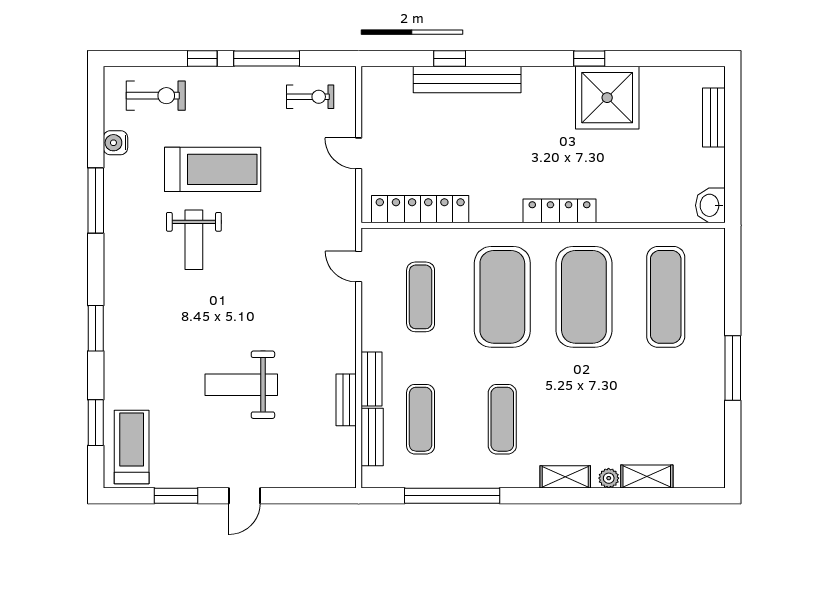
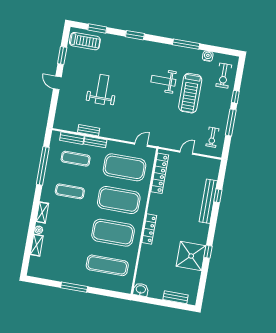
exercise mat: (421, 297) -> (125, 167), width x2.00, depth x1.45

